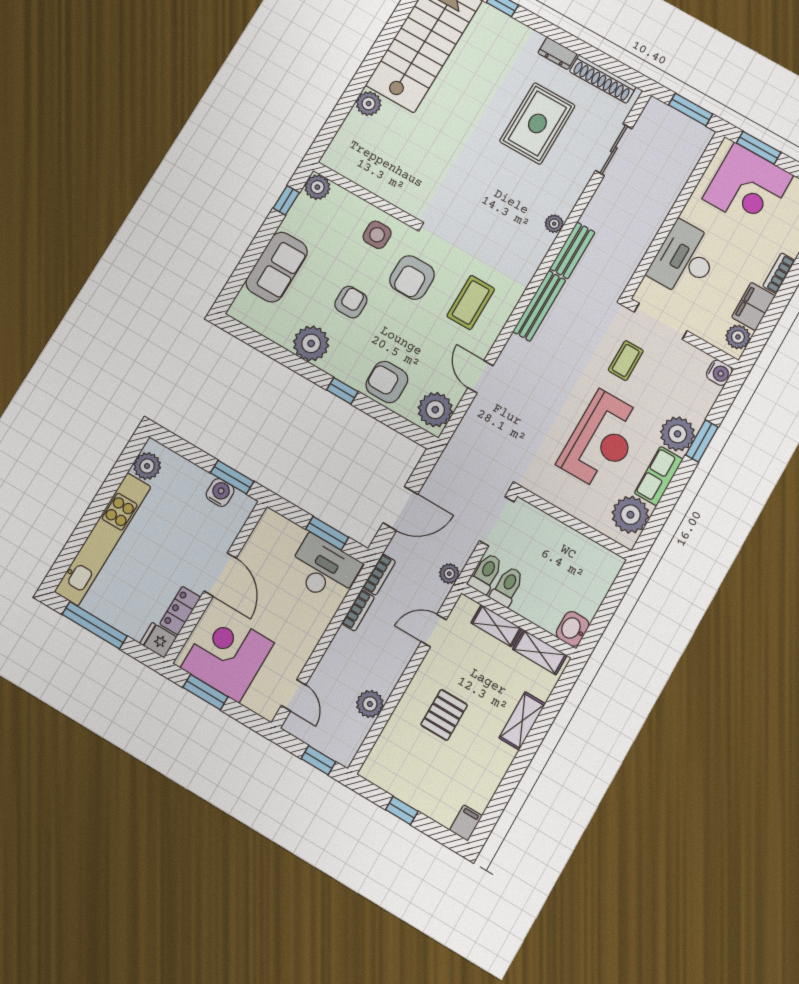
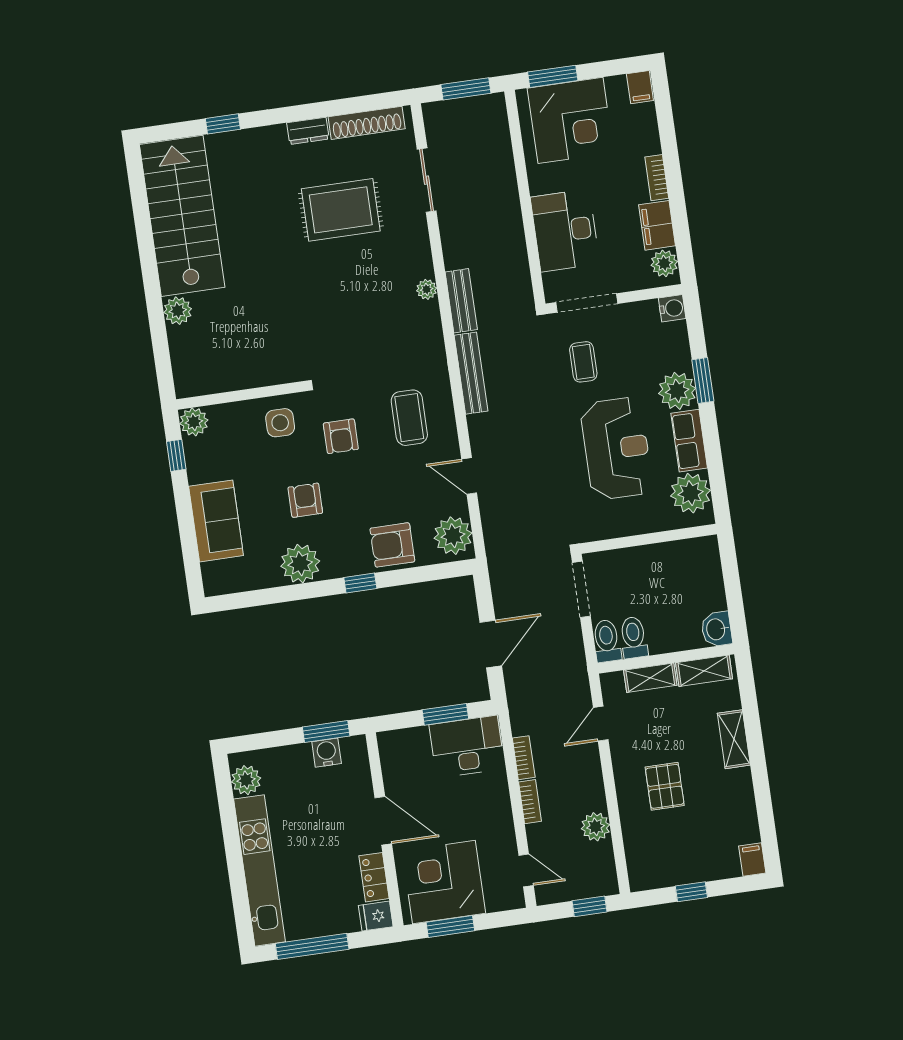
rug: (537, 123) -> (341, 210), turned 90
armchair: (412, 277) -> (341, 436), width x0.72, depth x0.72
bookcase: (379, 574) -> (530, 802), moved
plant: (449, 574) -> (576, 666), removed

